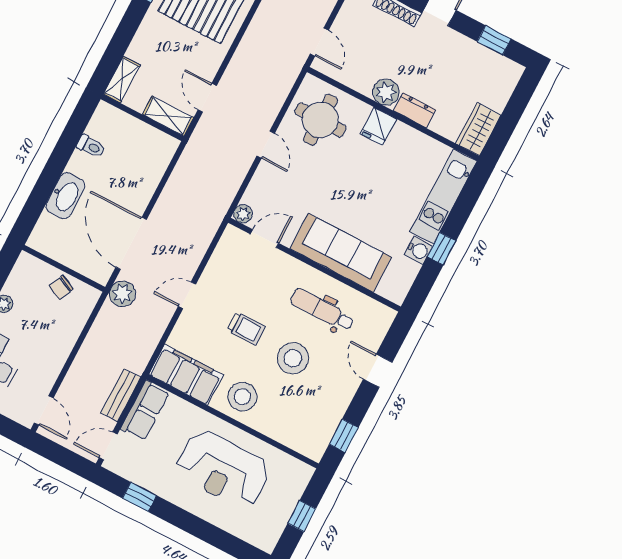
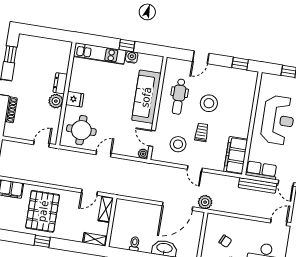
wardrobe: (478, 129) -> (59, 47), removed
chair: (61, 287) -> (225, 241), moved
bench: (121, 395) -> (258, 185), width x1.36
stool: (242, 397) -> (178, 144), moved

